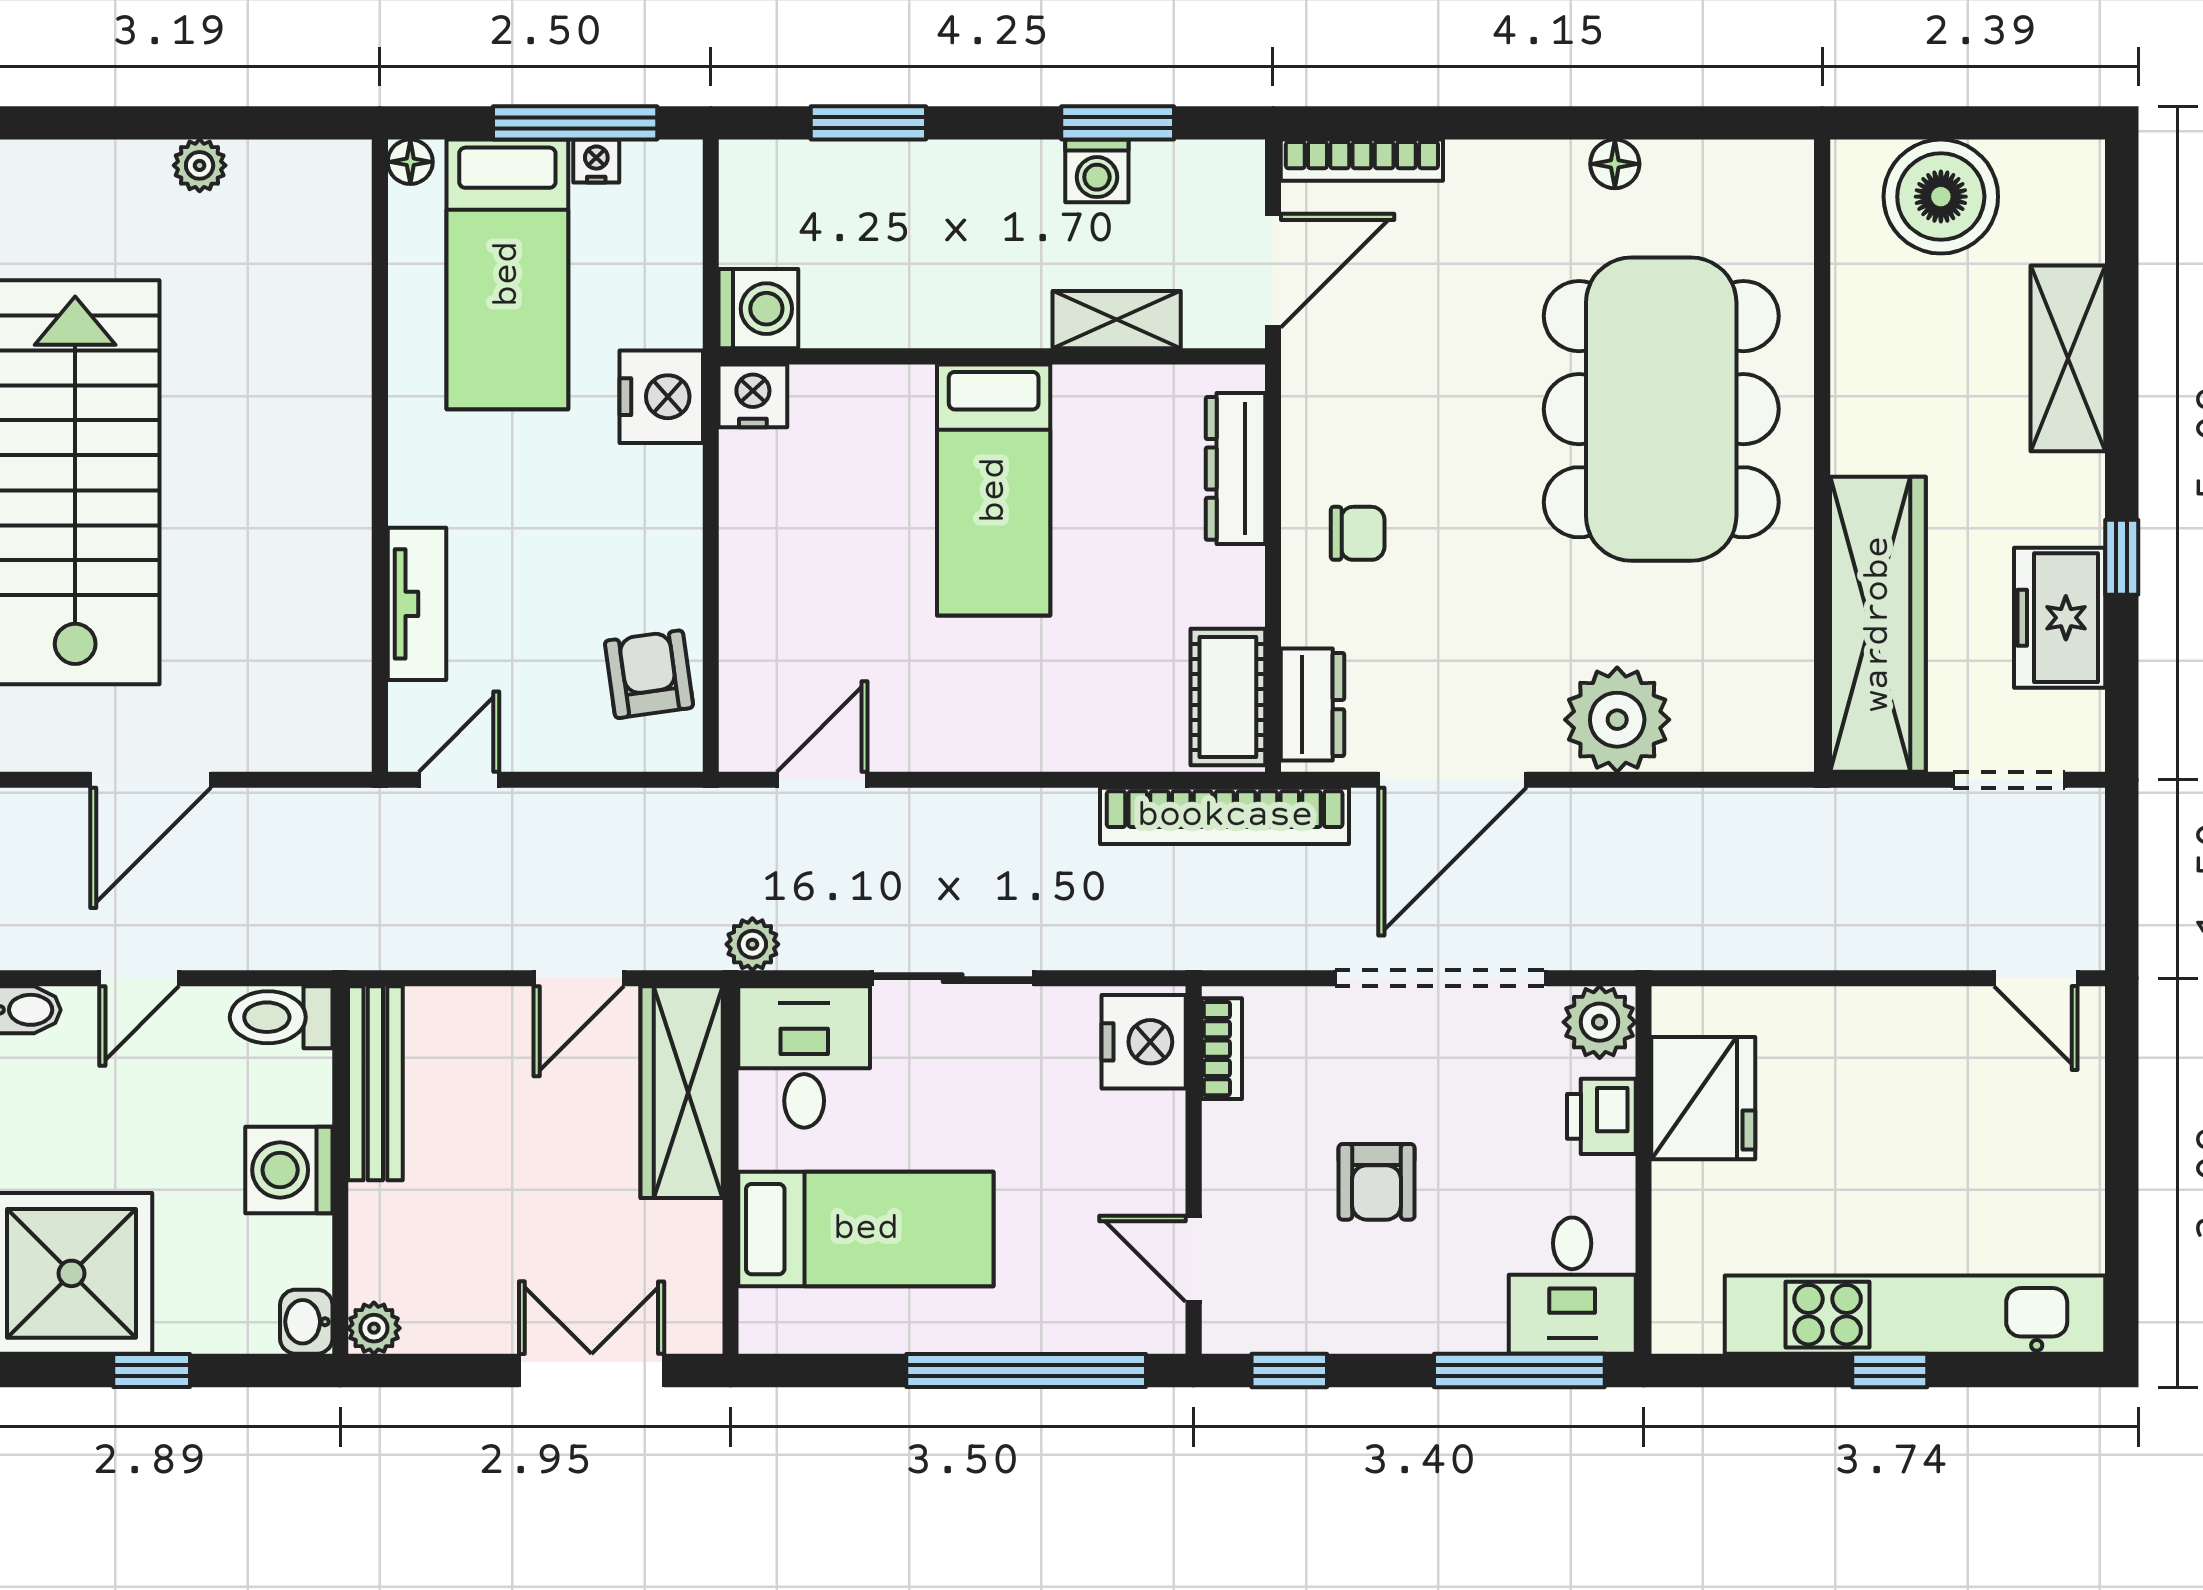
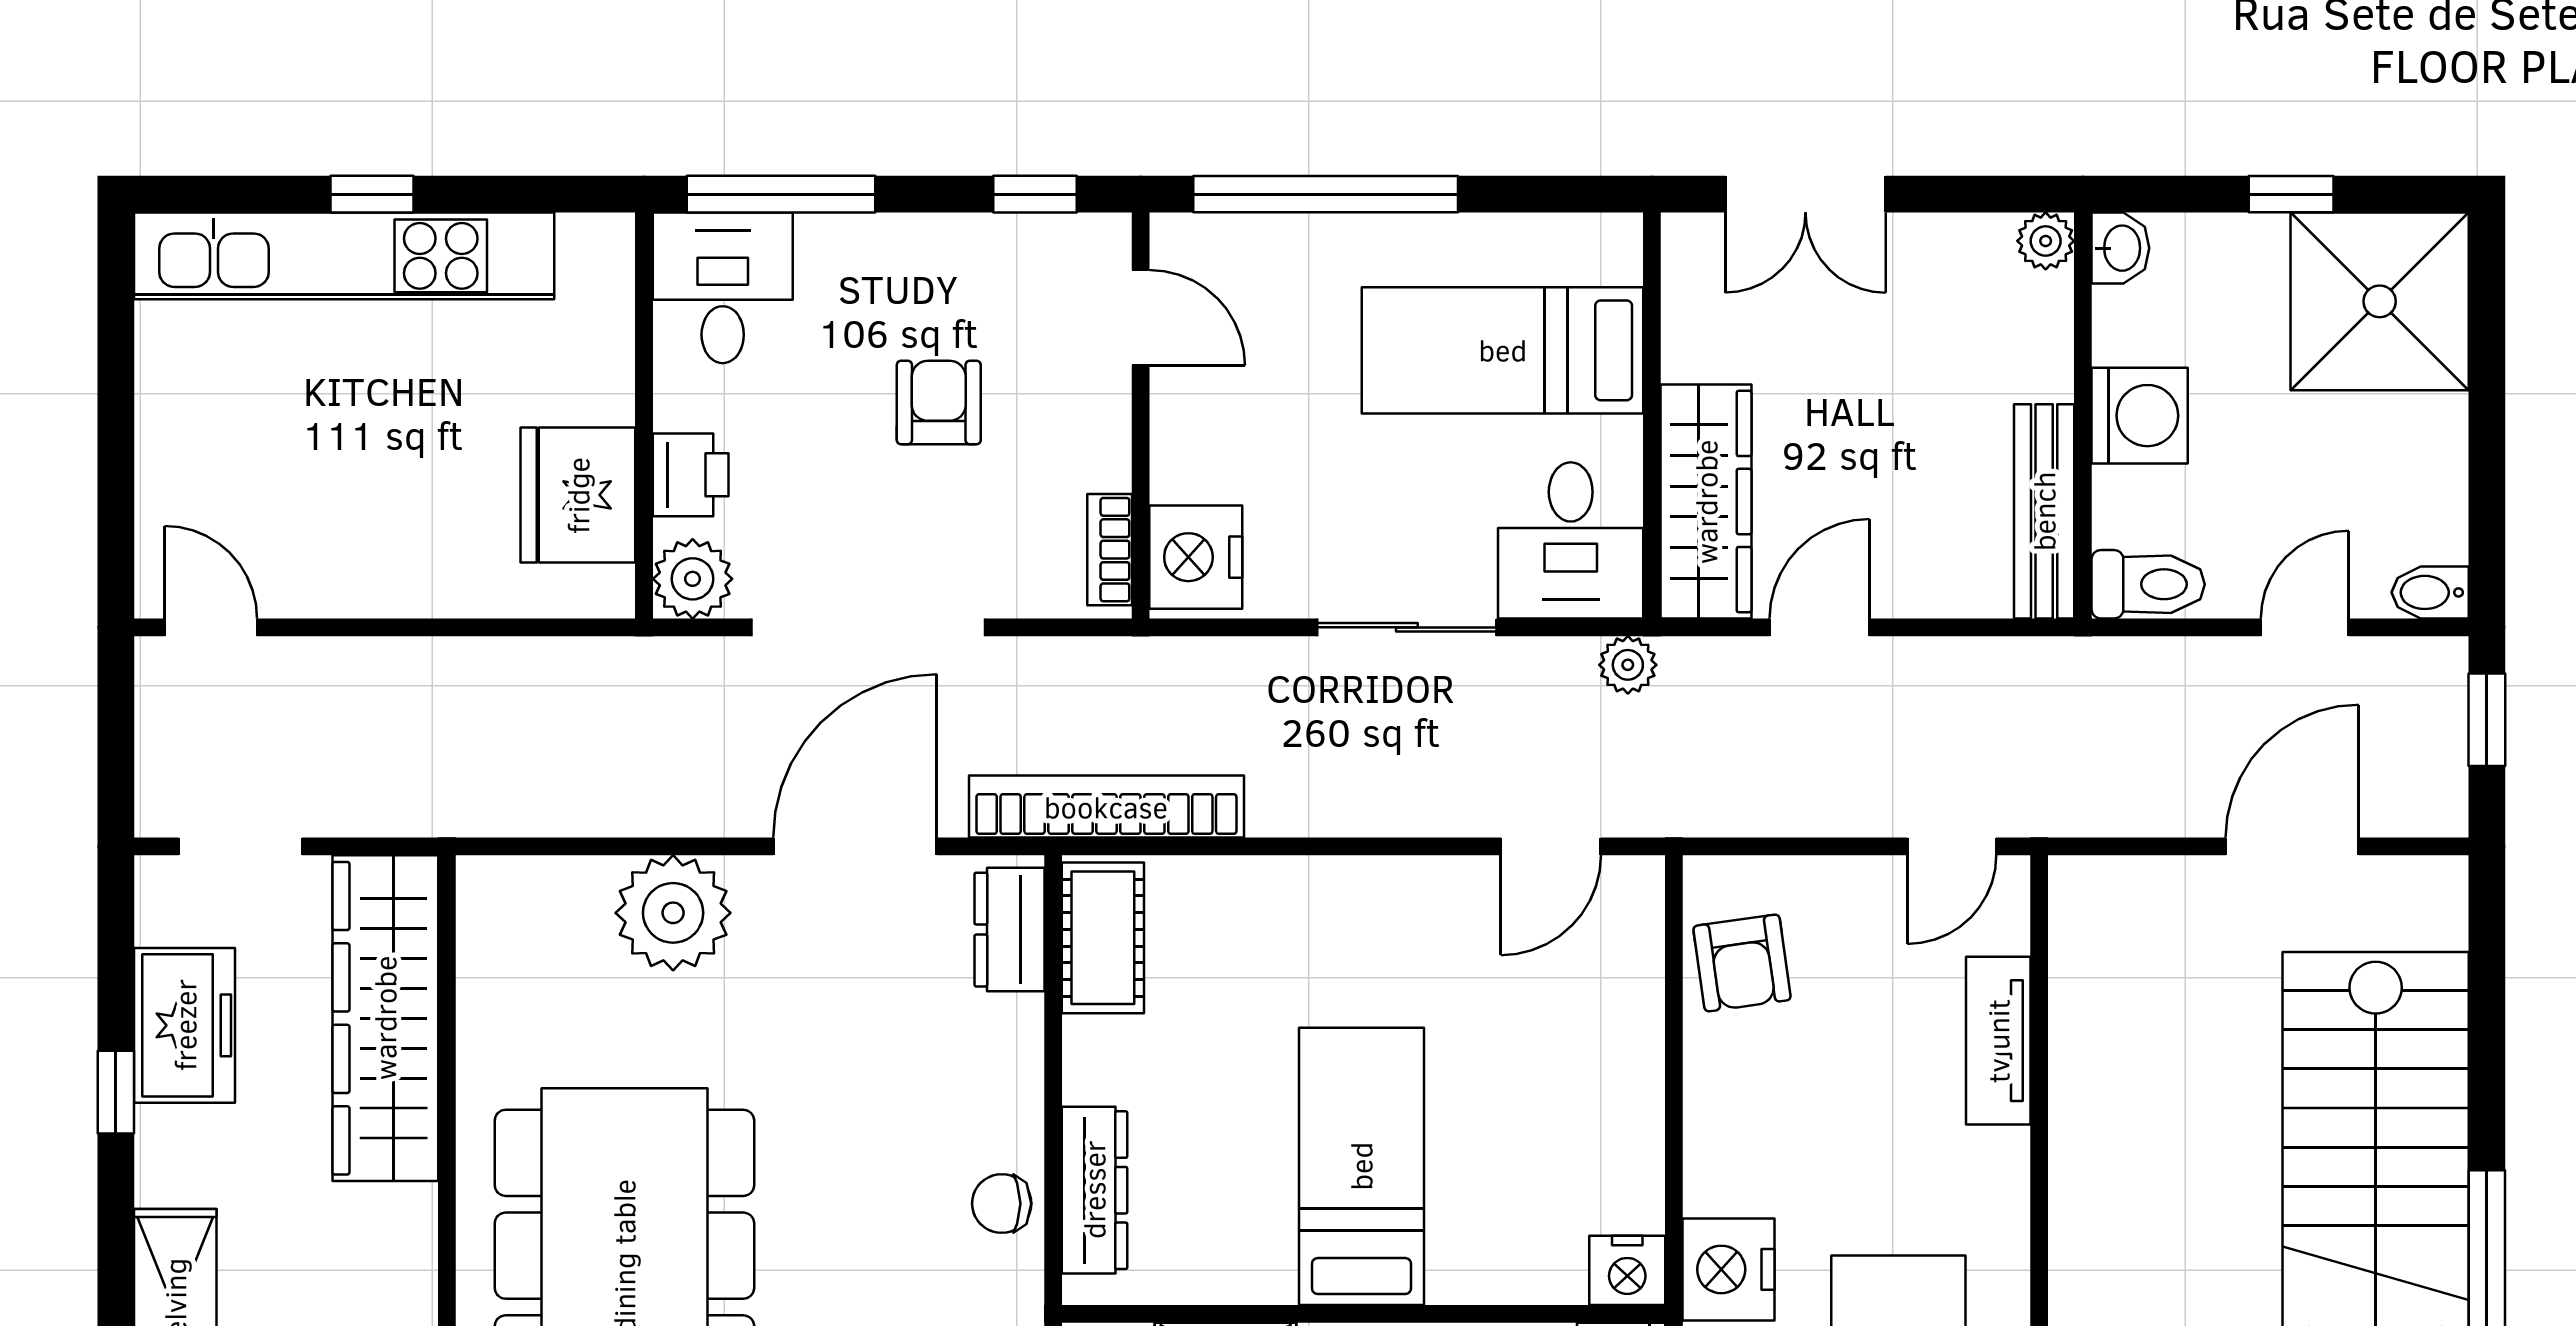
chair: (1358, 533) -> (1002, 1204), moved

